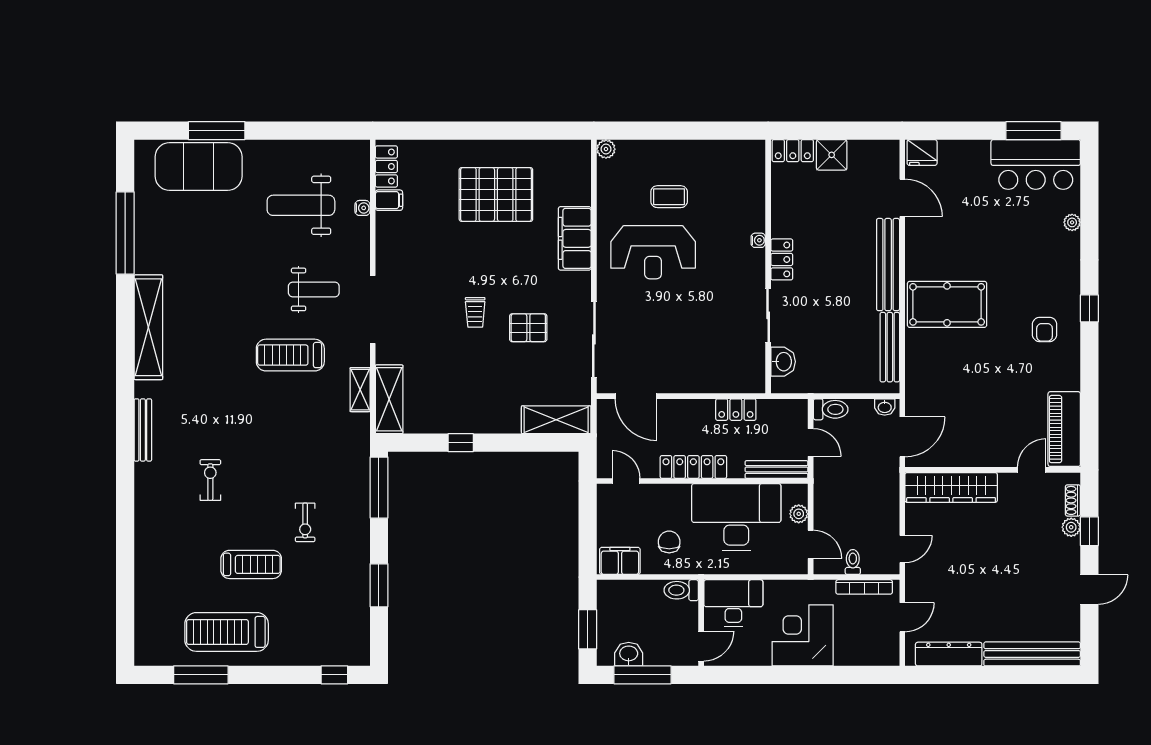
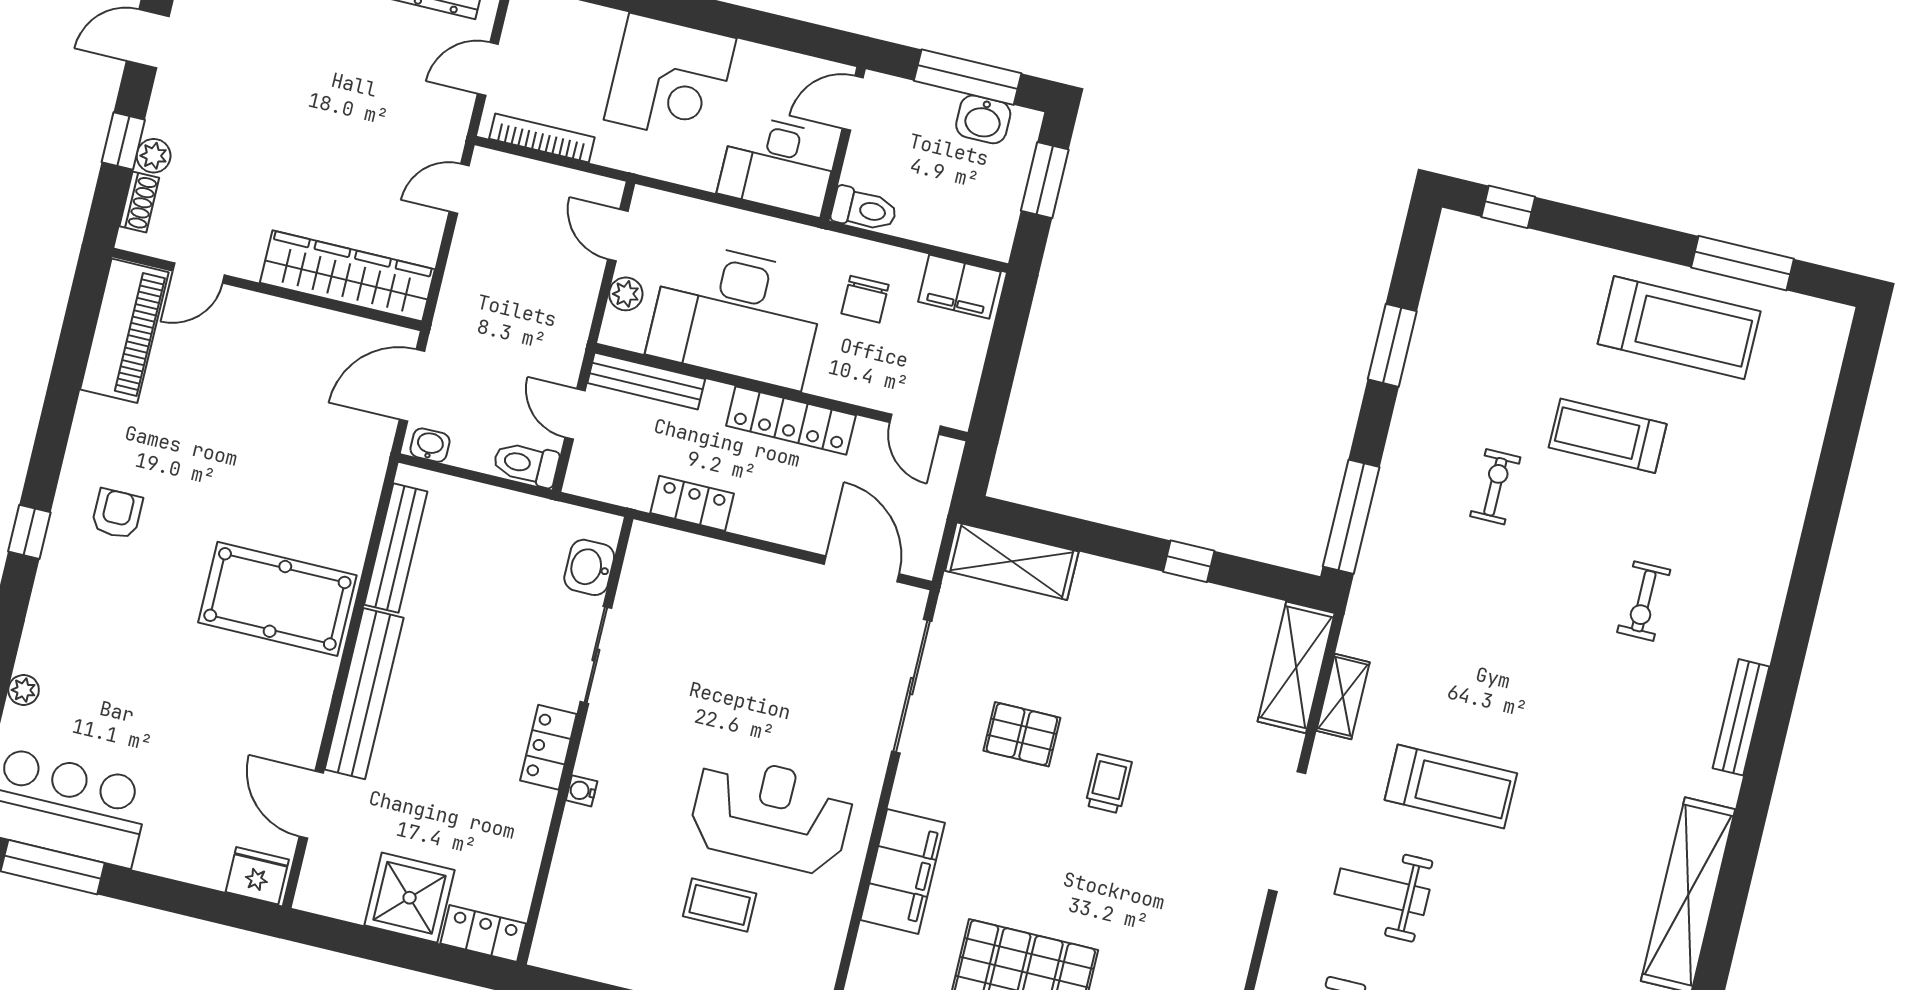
shower: (832, 155) -> (410, 898), width x1.36, depth x1.36
toilet: (853, 562) -> (551, 187), removed

